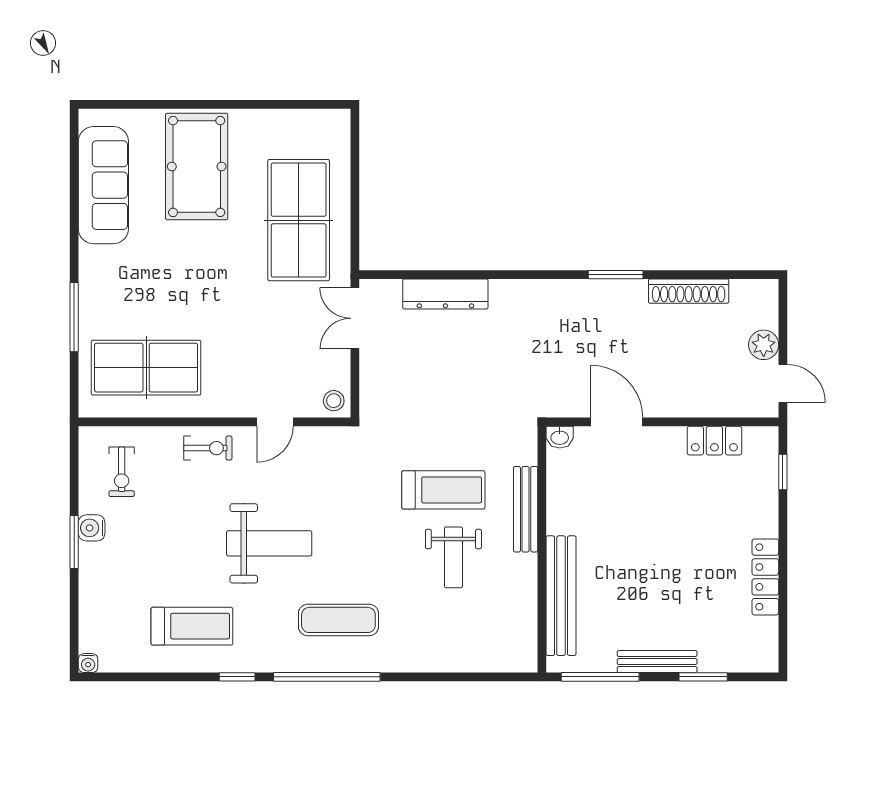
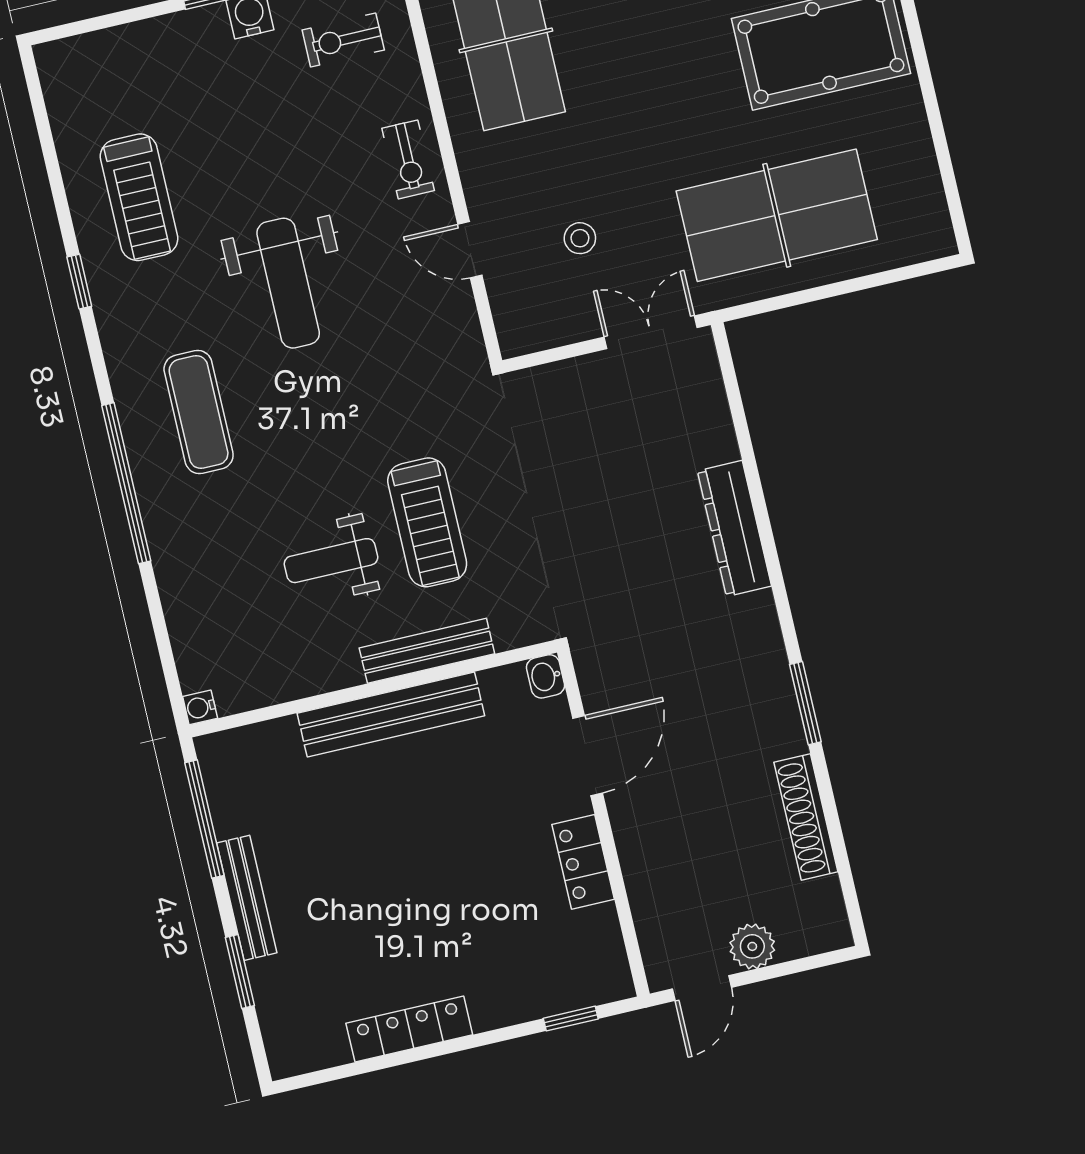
dresser: (445, 294) -> (734, 528), moved
stool: (334, 401) -> (580, 238), moved
locker: (714, 441) -> (583, 862), moved
bench: (561, 596) -> (391, 714), moved
water cooler: (88, 663) -> (200, 707), moved
window: (327, 677) -> (126, 483), moved

